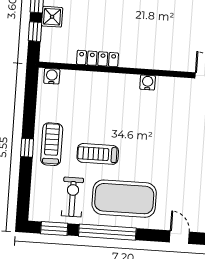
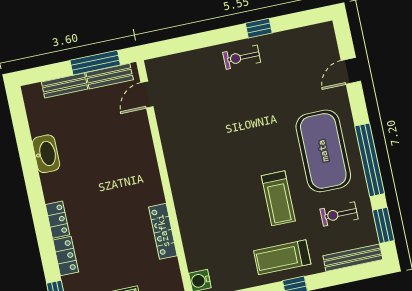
water cooler: (148, 82) -> (175, 162), removed
exercise bike: (73, 197) -> (339, 214), width x0.73, depth x0.72
bench: (36, 198) -> (353, 258), added

